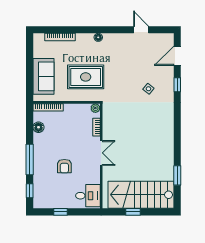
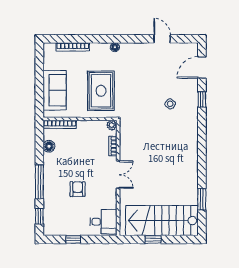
rug: (86, 77) -> (101, 91), turned 90
armchair: (64, 166) -> (78, 189), turned 180

